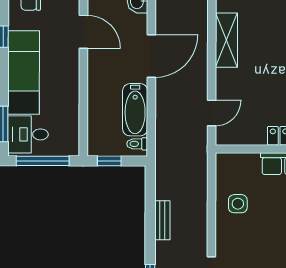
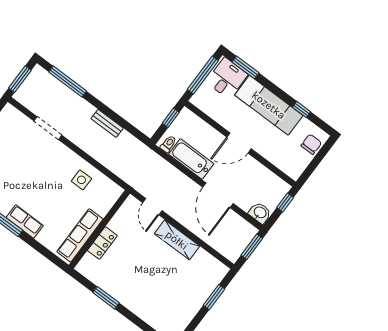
door: (83, 32) -> (239, 143), moved
shelving: (226, 40) -> (177, 240), moved

